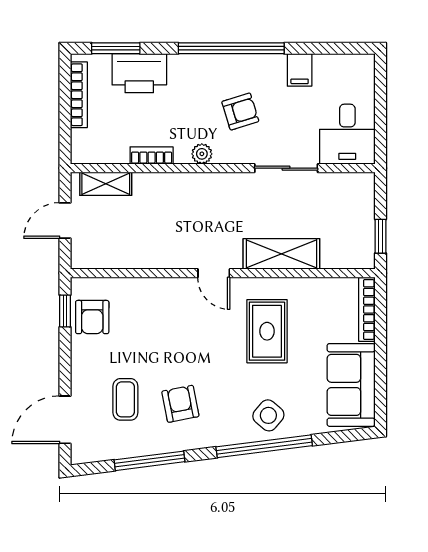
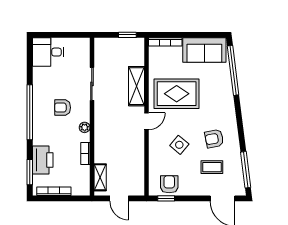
filing cabinet: (300, 70) -> (41, 77), removed
armchair: (240, 111) -> (63, 108), turned -73
desk: (347, 134) -> (48, 52), moved, turned 180
armchair: (92, 317) -> (169, 184), turned -90
rug: (267, 331) -> (177, 94), width x1.36, depth x1.43
side table: (268, 415) -> (179, 145), moved
window: (264, 446) -> (233, 70), moved
window: (149, 461) -> (246, 170), moved

